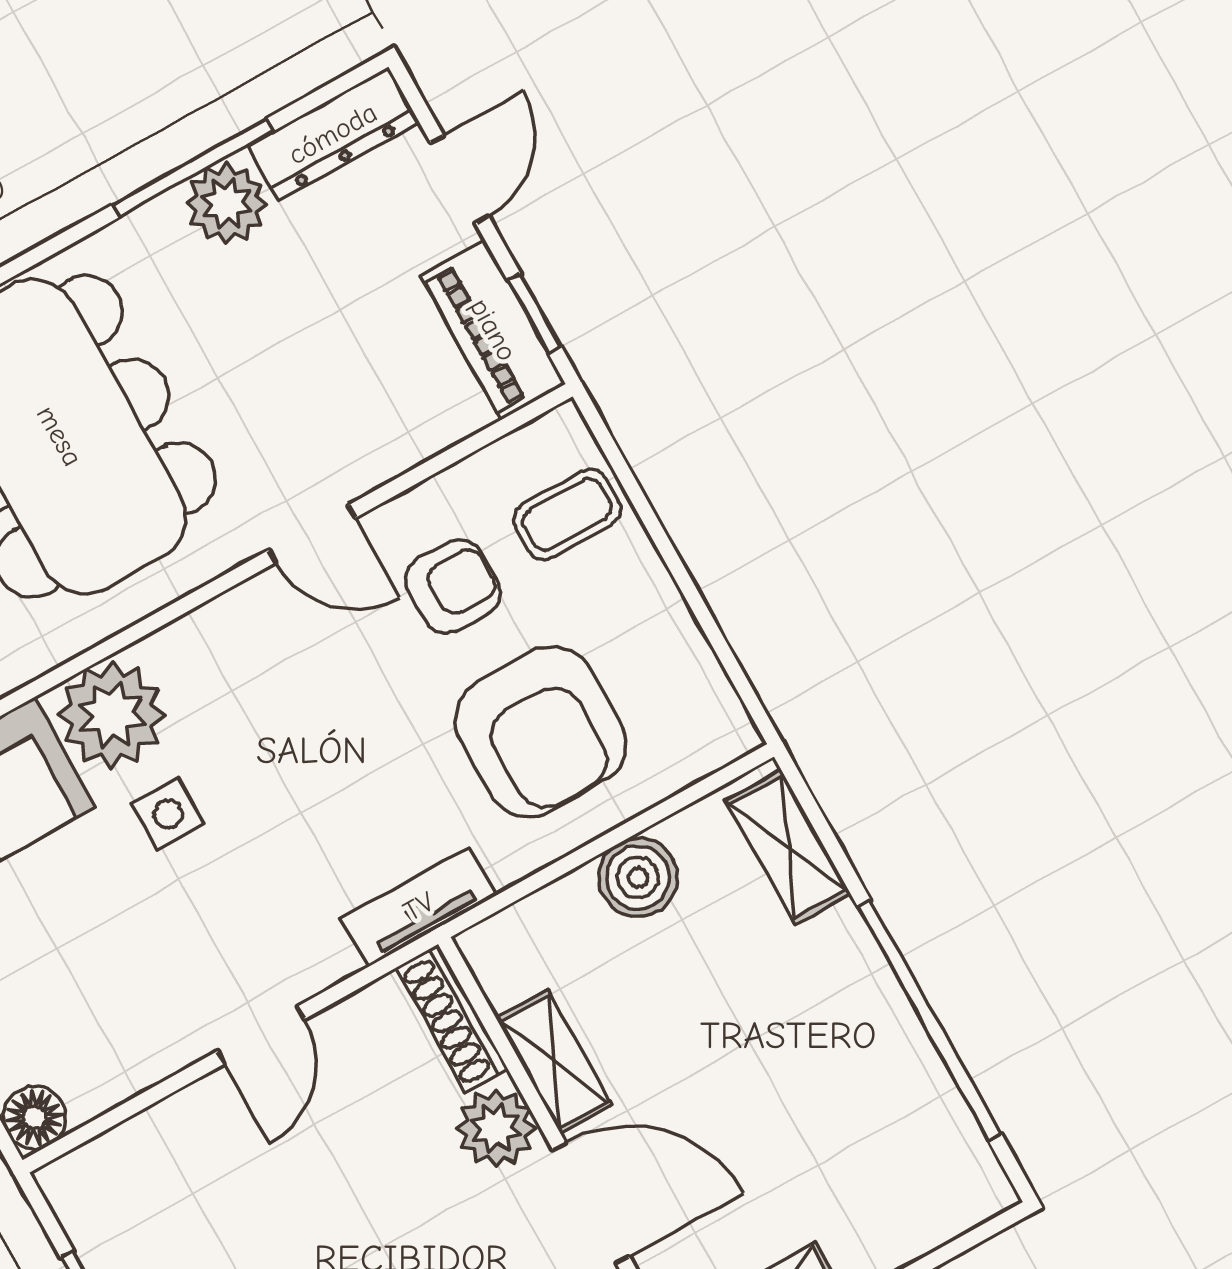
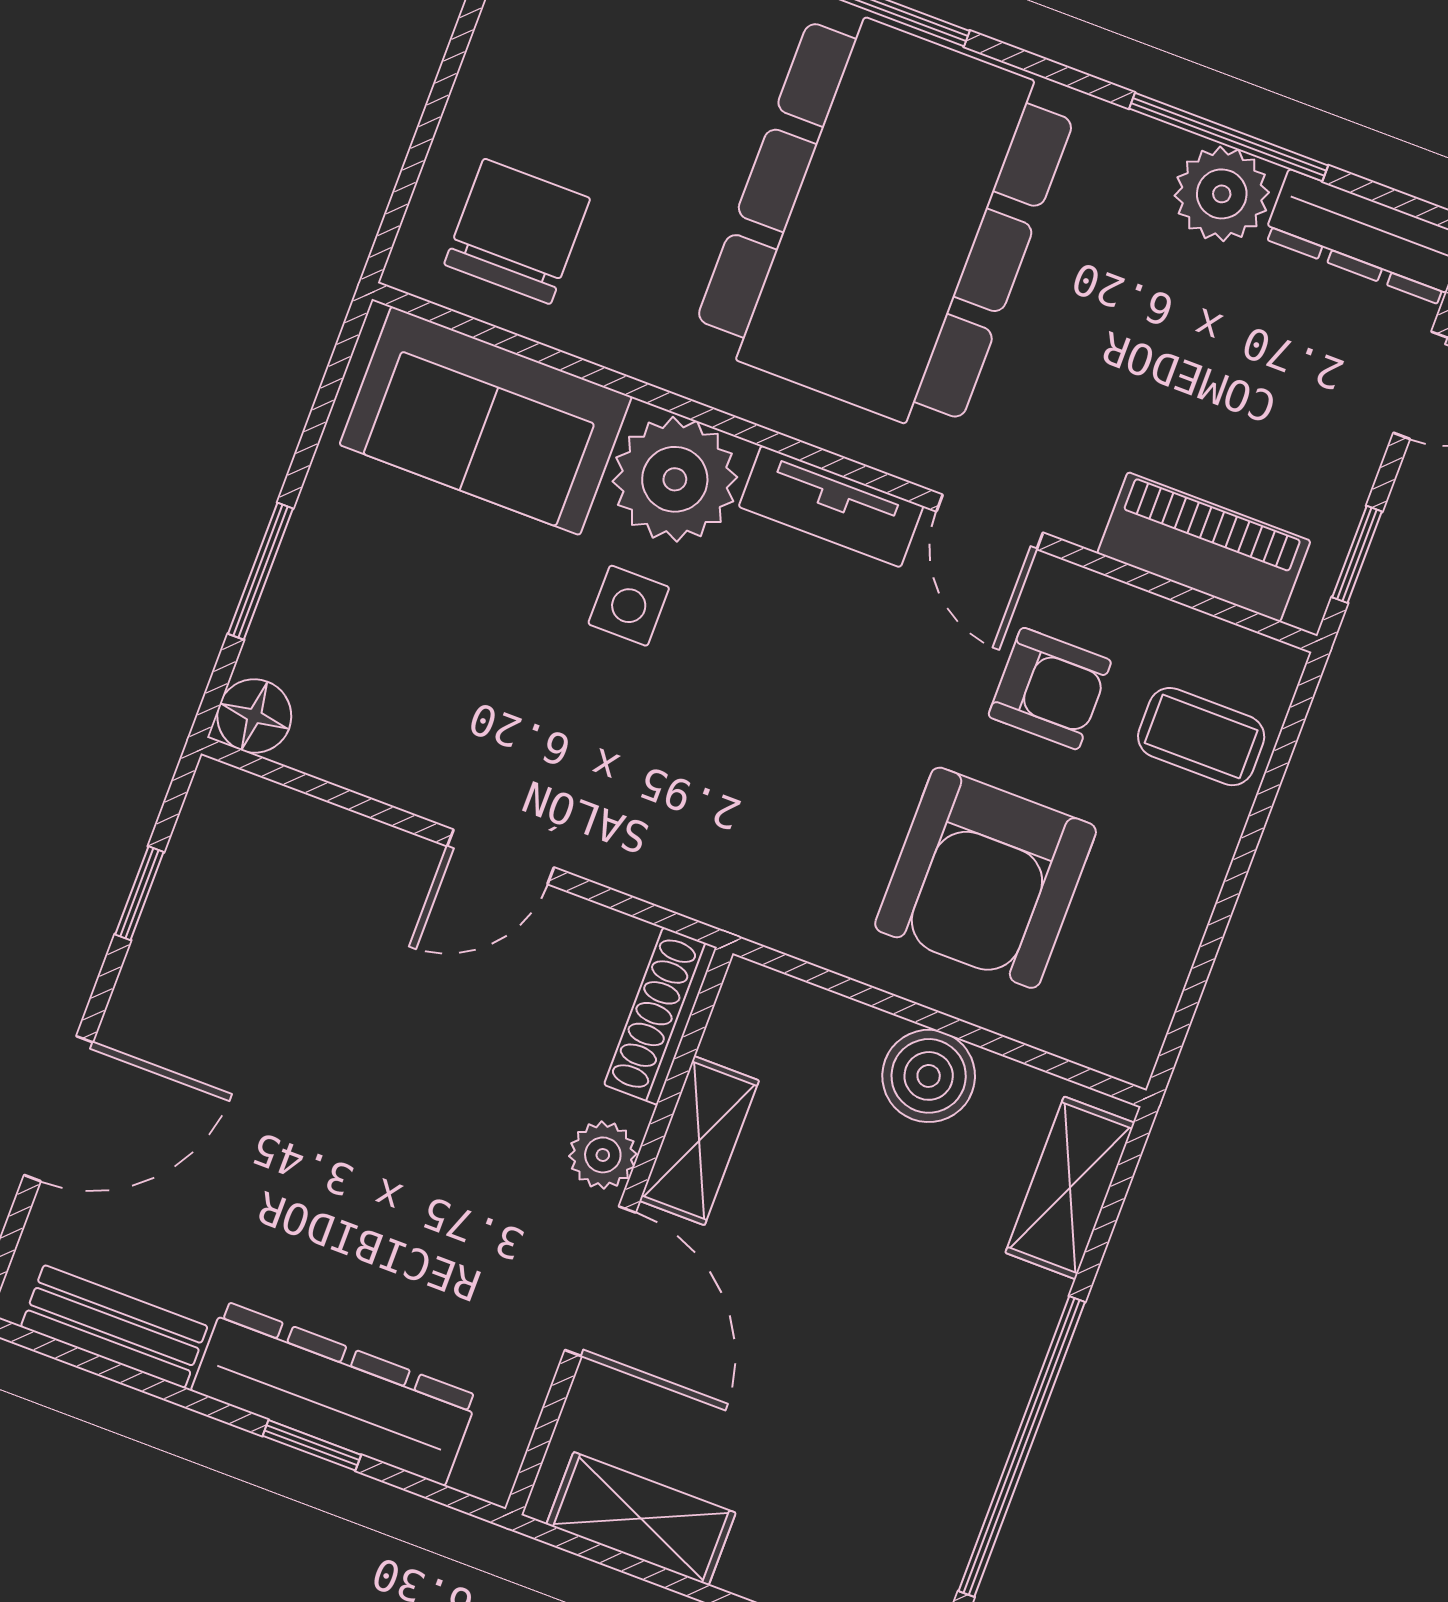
piano: (493, 330) -> (1204, 547), moved, turned 90
tv unit: (419, 907) -> (831, 506), moved, turned 180
plant: (496, 1128) -> (603, 1155), width x0.73, depth x0.73

